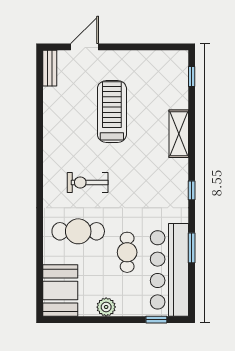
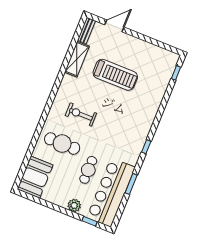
treadmill: (112, 111) -> (115, 75), turned 90
shelving: (179, 134) -> (77, 59), moved
plant: (106, 307) -> (74, 205), moved

